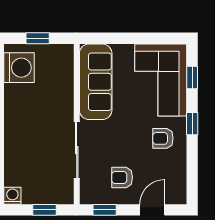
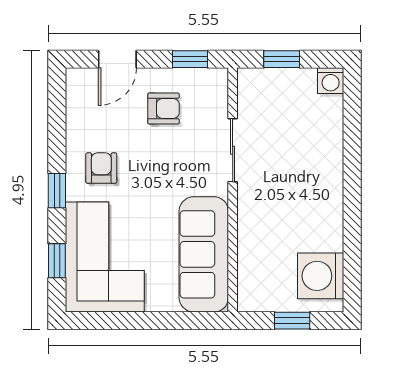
armchair: (163, 138) -> (101, 168), turned -90
sliding door: (77, 150) -> (233, 150), width x0.73

